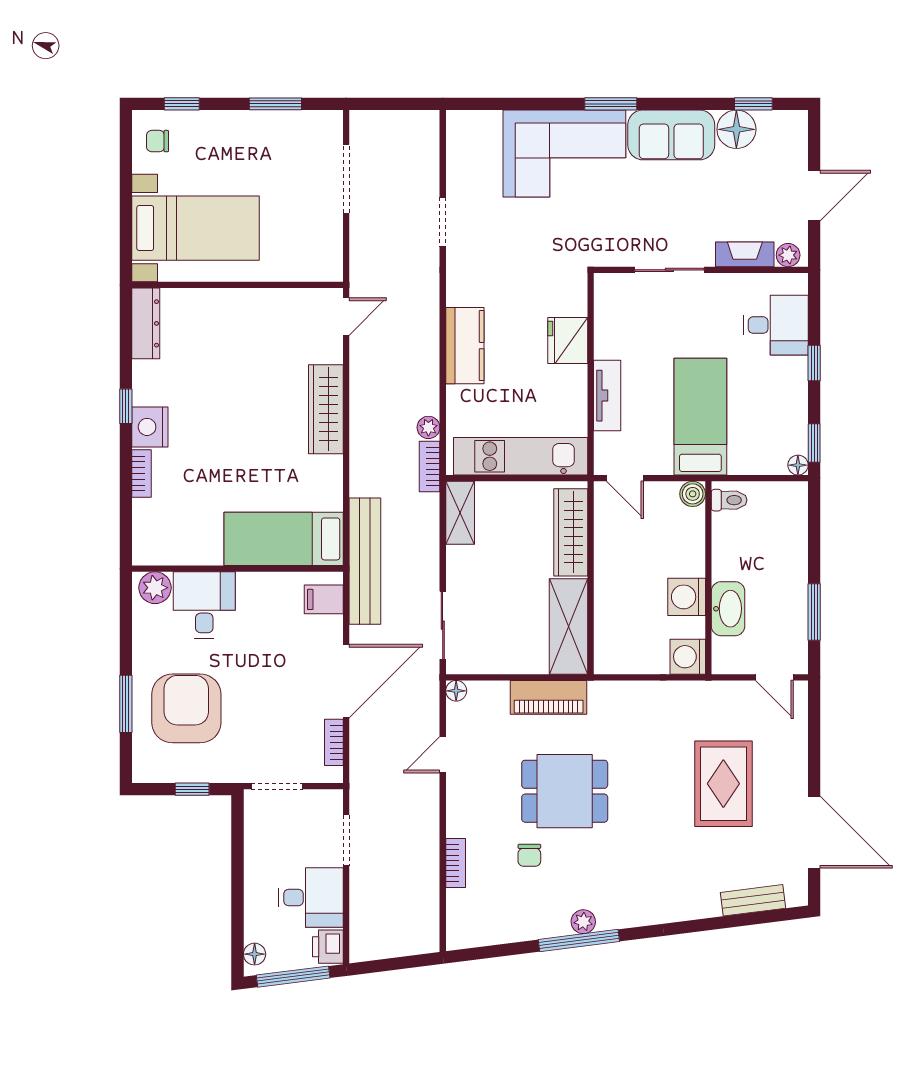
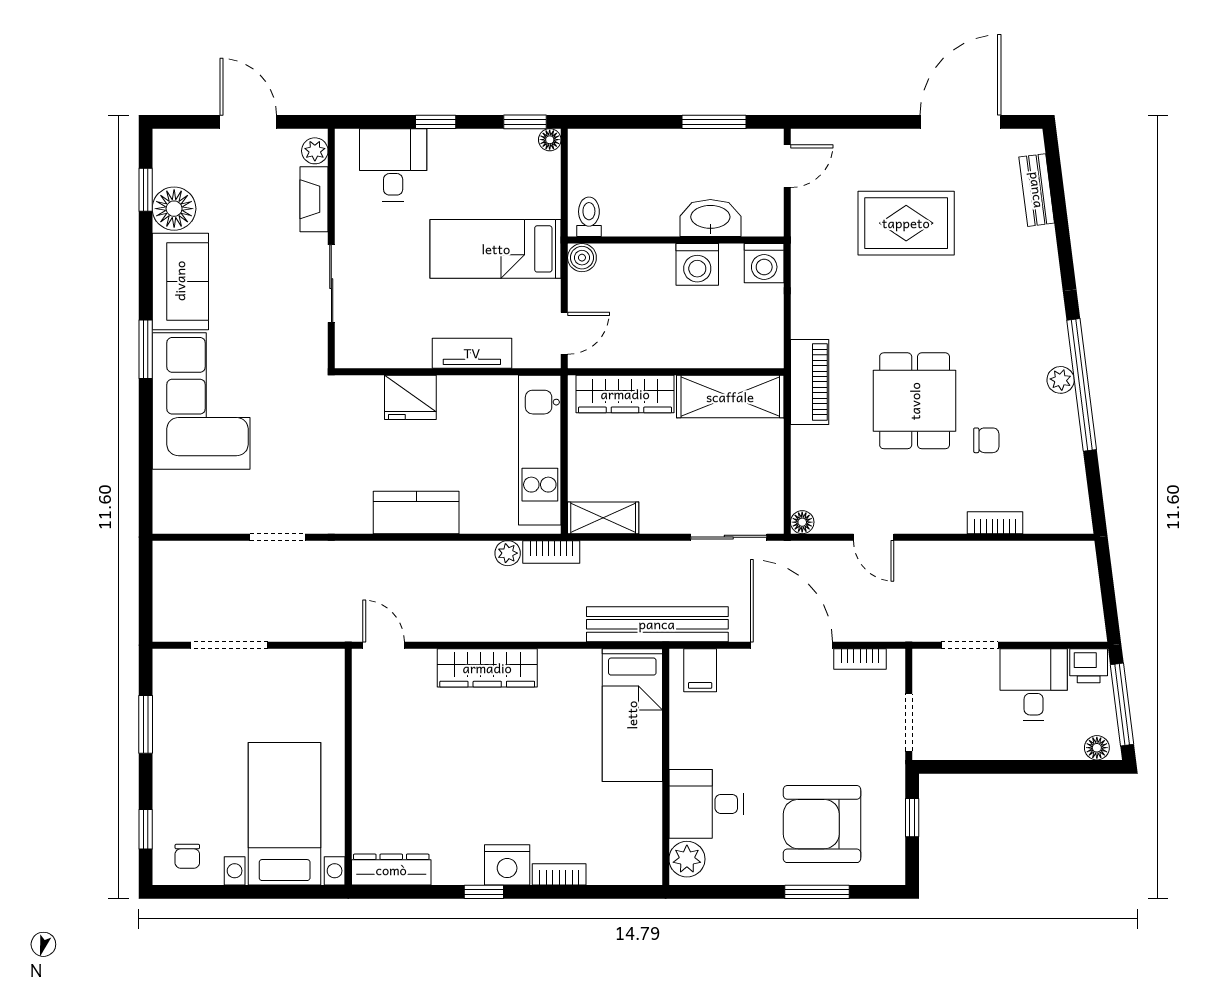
piano: (549, 697) -> (810, 382), moved
window: (579, 940) -> (1082, 385), width x1.46

